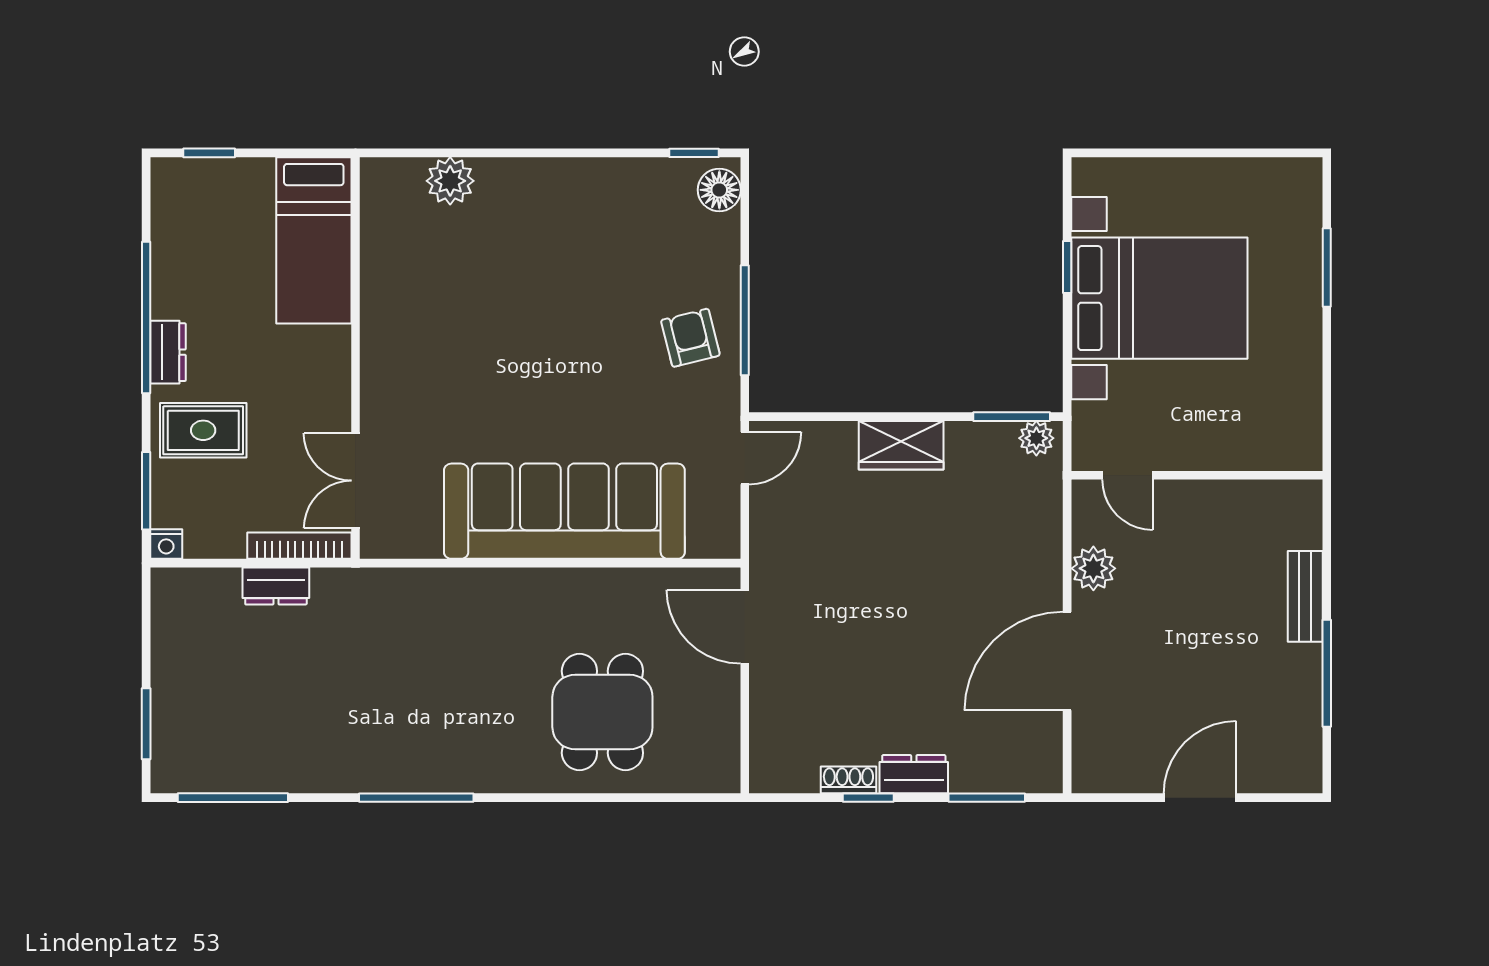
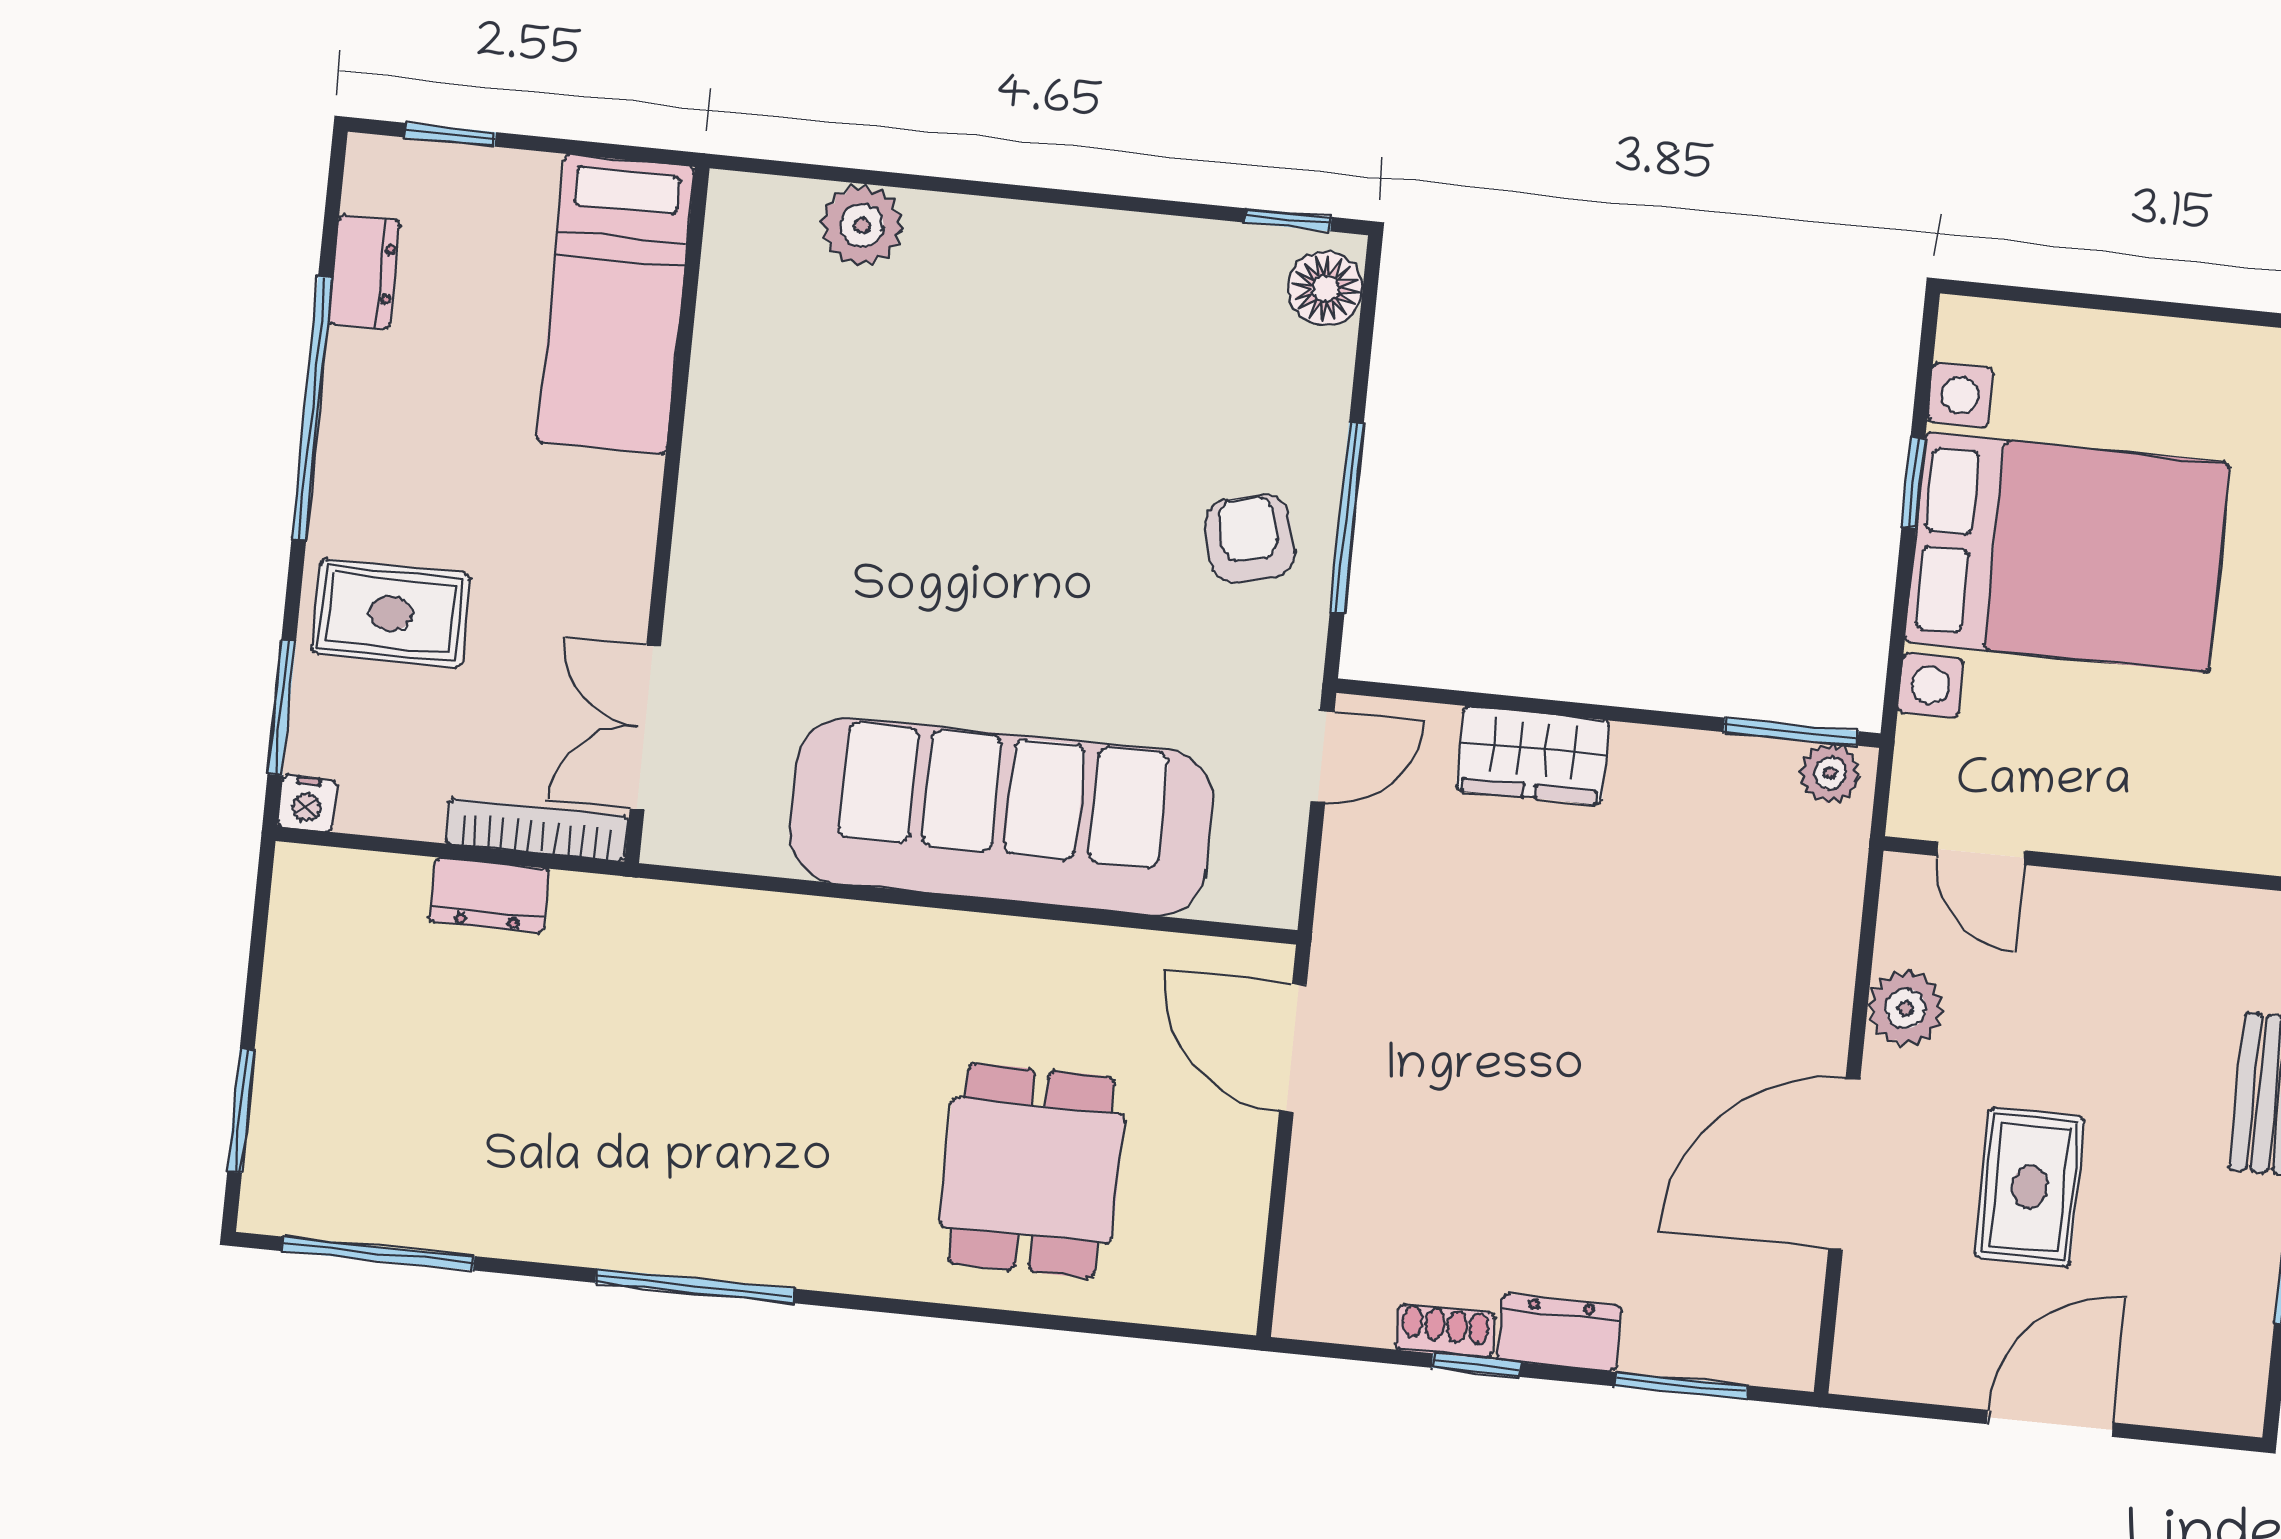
dresser: (168, 352) -> (364, 272), moved
wardrobe: (901, 445) -> (1533, 755), moved
rug: (1175, 663) -> (2030, 1187), added

